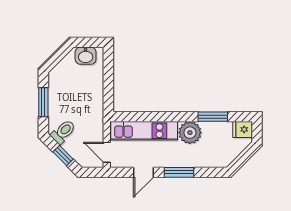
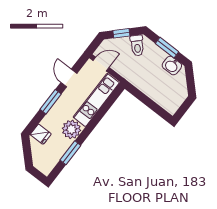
washbasin: (86, 56) -> (172, 66), moved, turned -90
fridge: (243, 129) -> (41, 134), moved, turned 90

